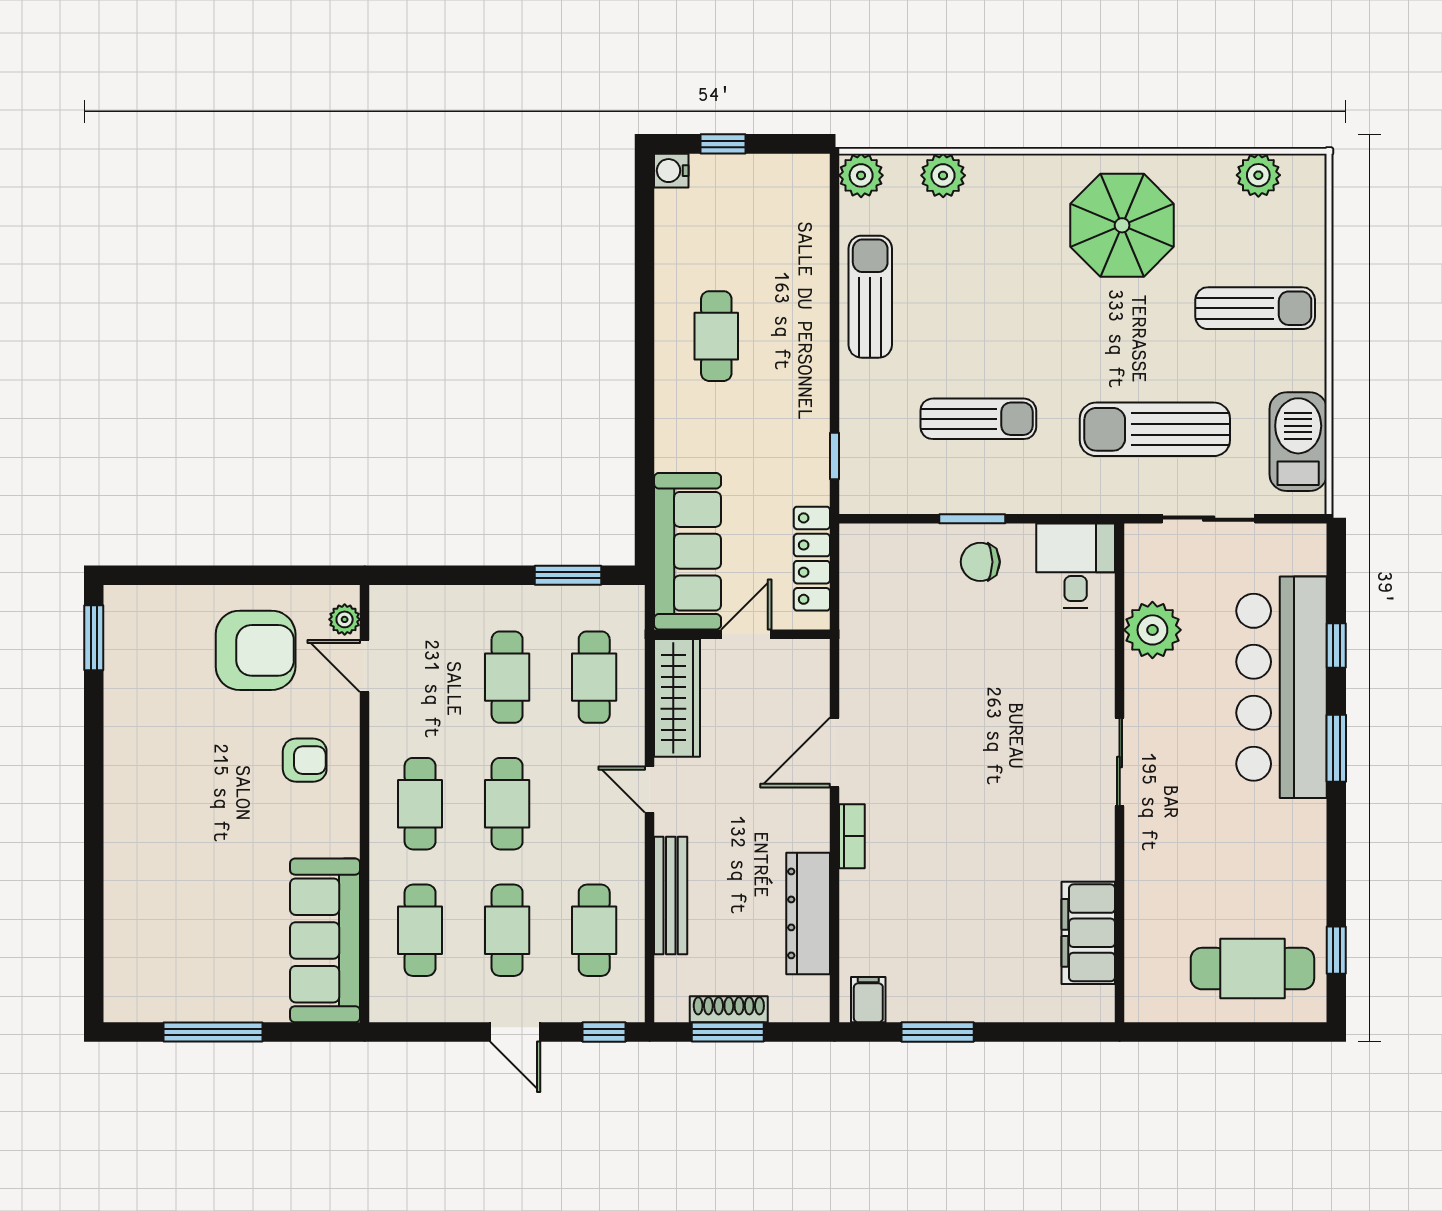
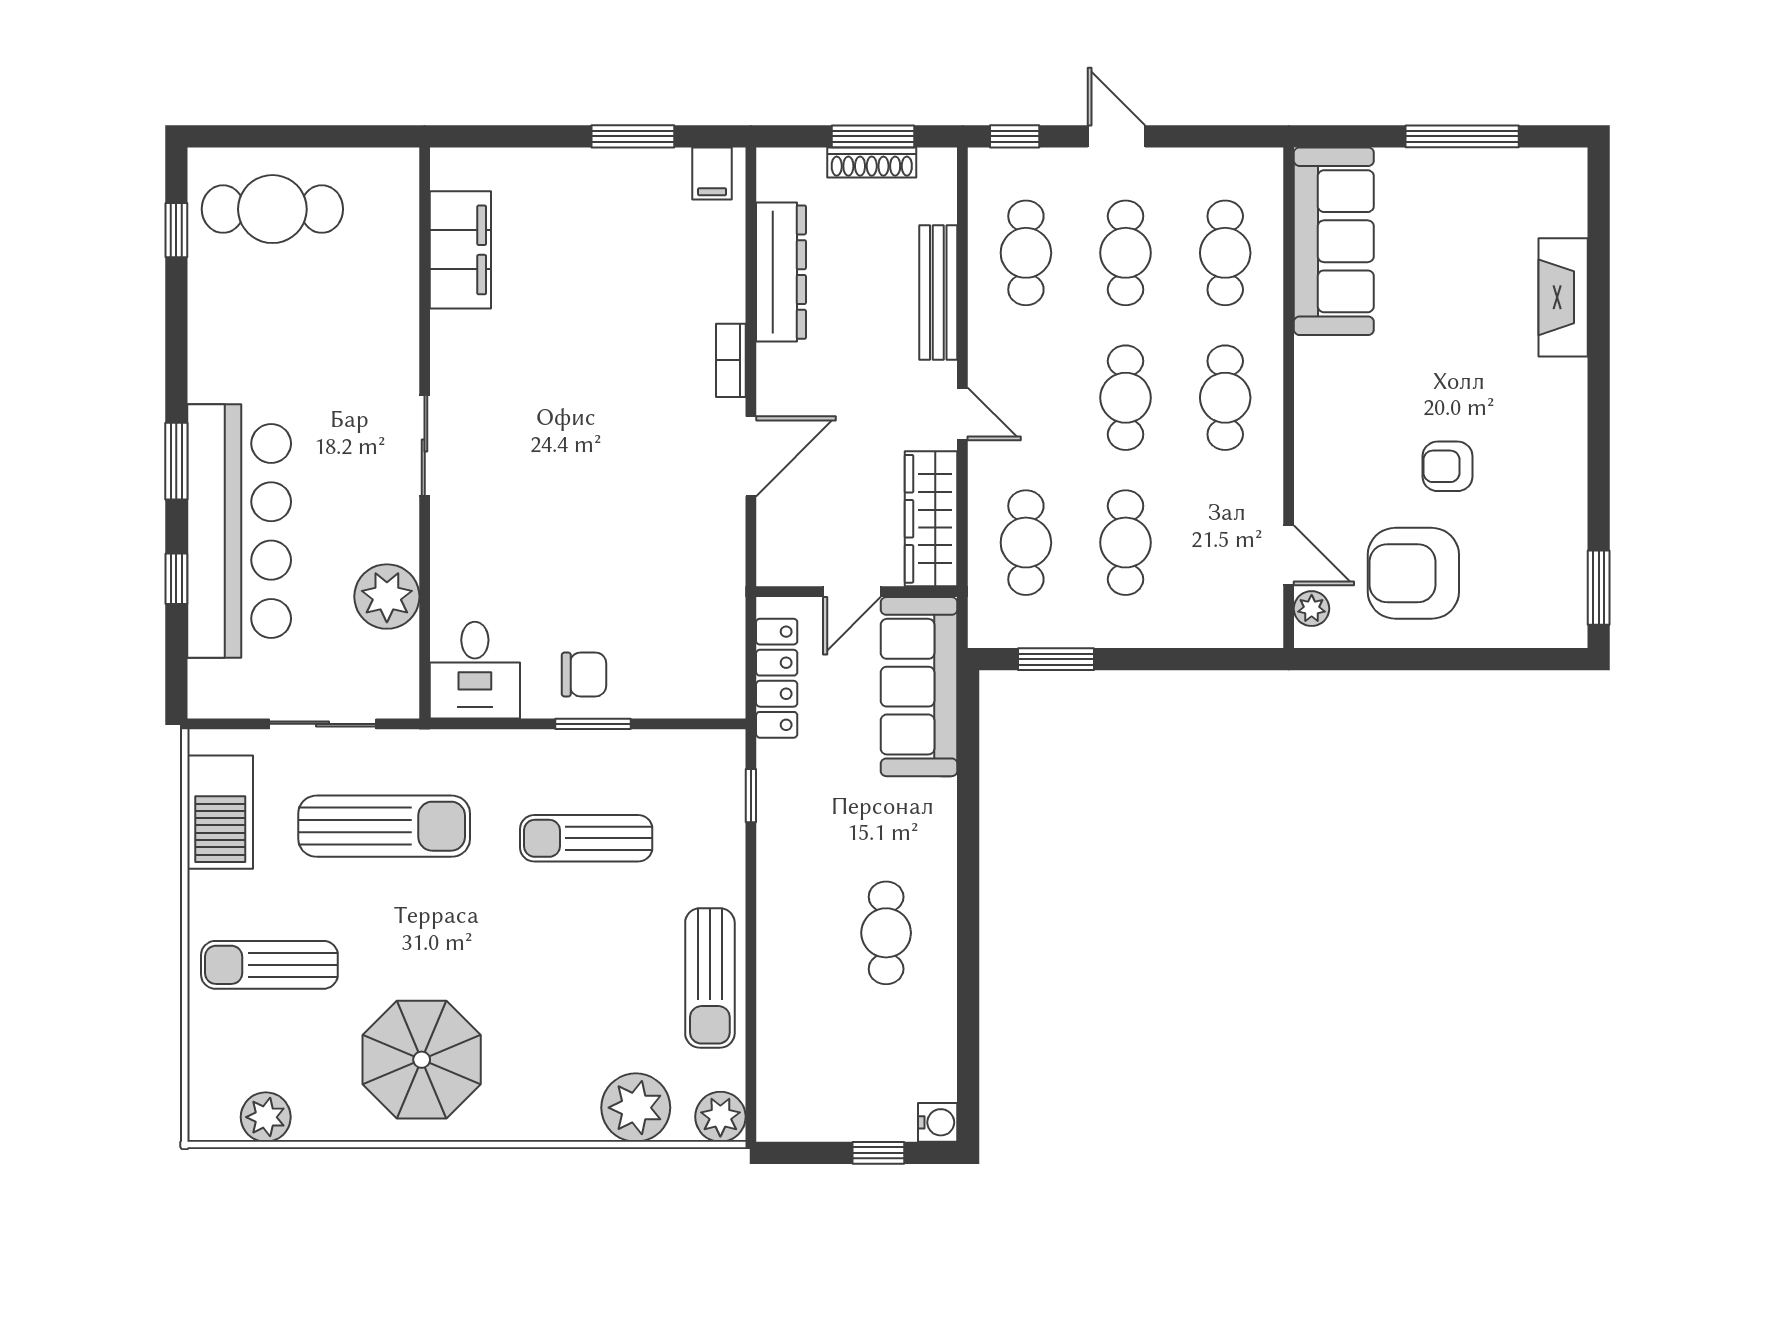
plant: (943, 175) -> (636, 1108), width x1.36, depth x1.36
armchair: (305, 760) -> (1447, 466), moved
fireplace: (125, 891) -> (1563, 297), added

